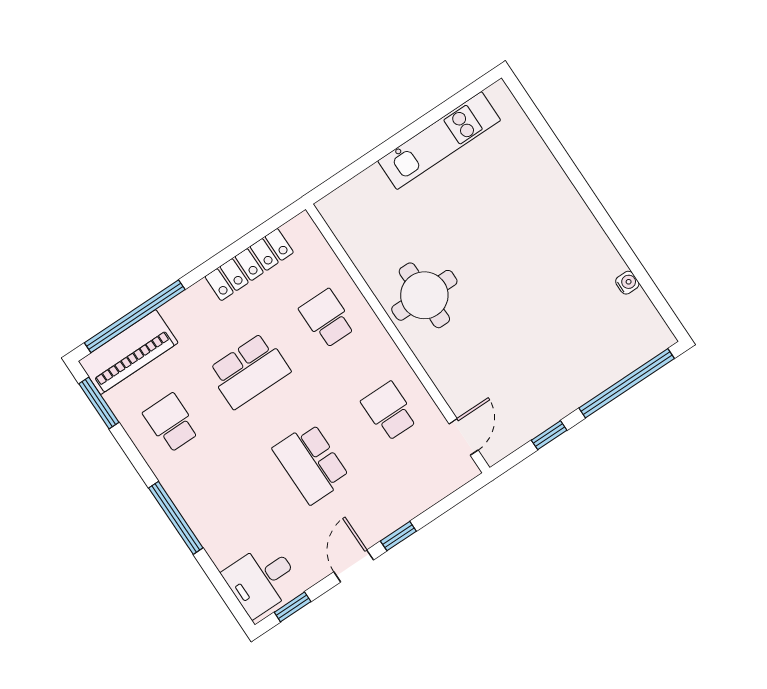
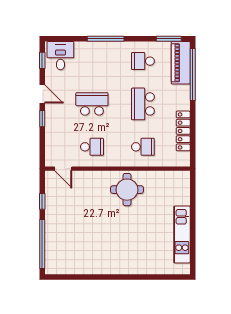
water cooler: (627, 283) -> (80, 270), removed
school desk: (171, 423) -> (143, 61), turned 180

